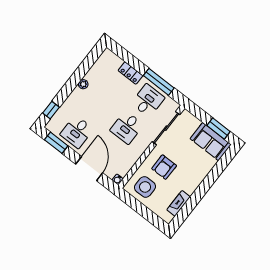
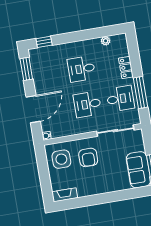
plant: (83, 84) -> (106, 41), moved
desk: (77, 132) -> (81, 69), moved
armchair: (164, 167) -> (88, 157), turned -90
fireplace: (179, 203) -> (65, 195), moved

